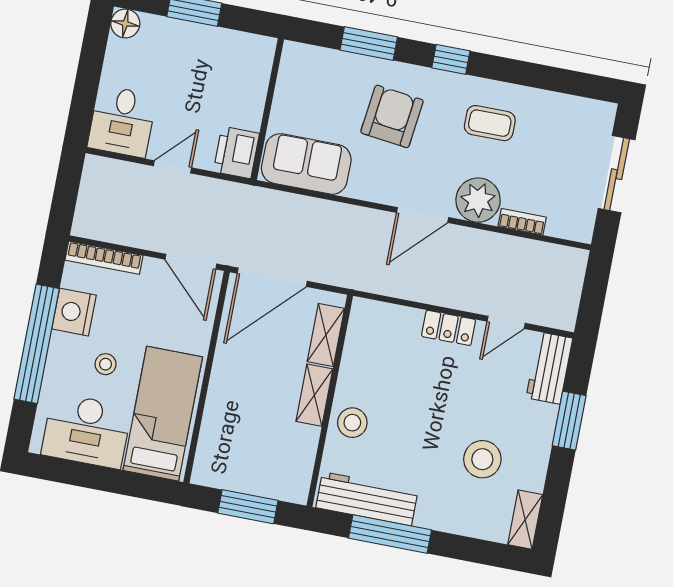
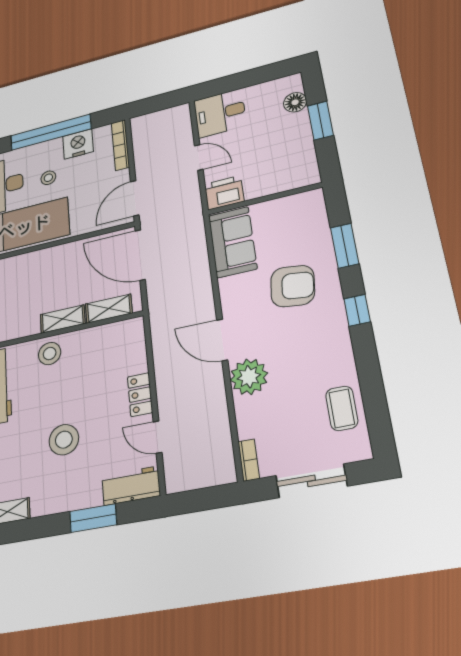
floor lamp: (125, 24) -> (295, 102), moved
coffee table: (490, 123) -> (342, 408), moved
bookcase: (522, 222) -> (249, 460), moved
stool: (482, 459) -> (64, 440), moved

